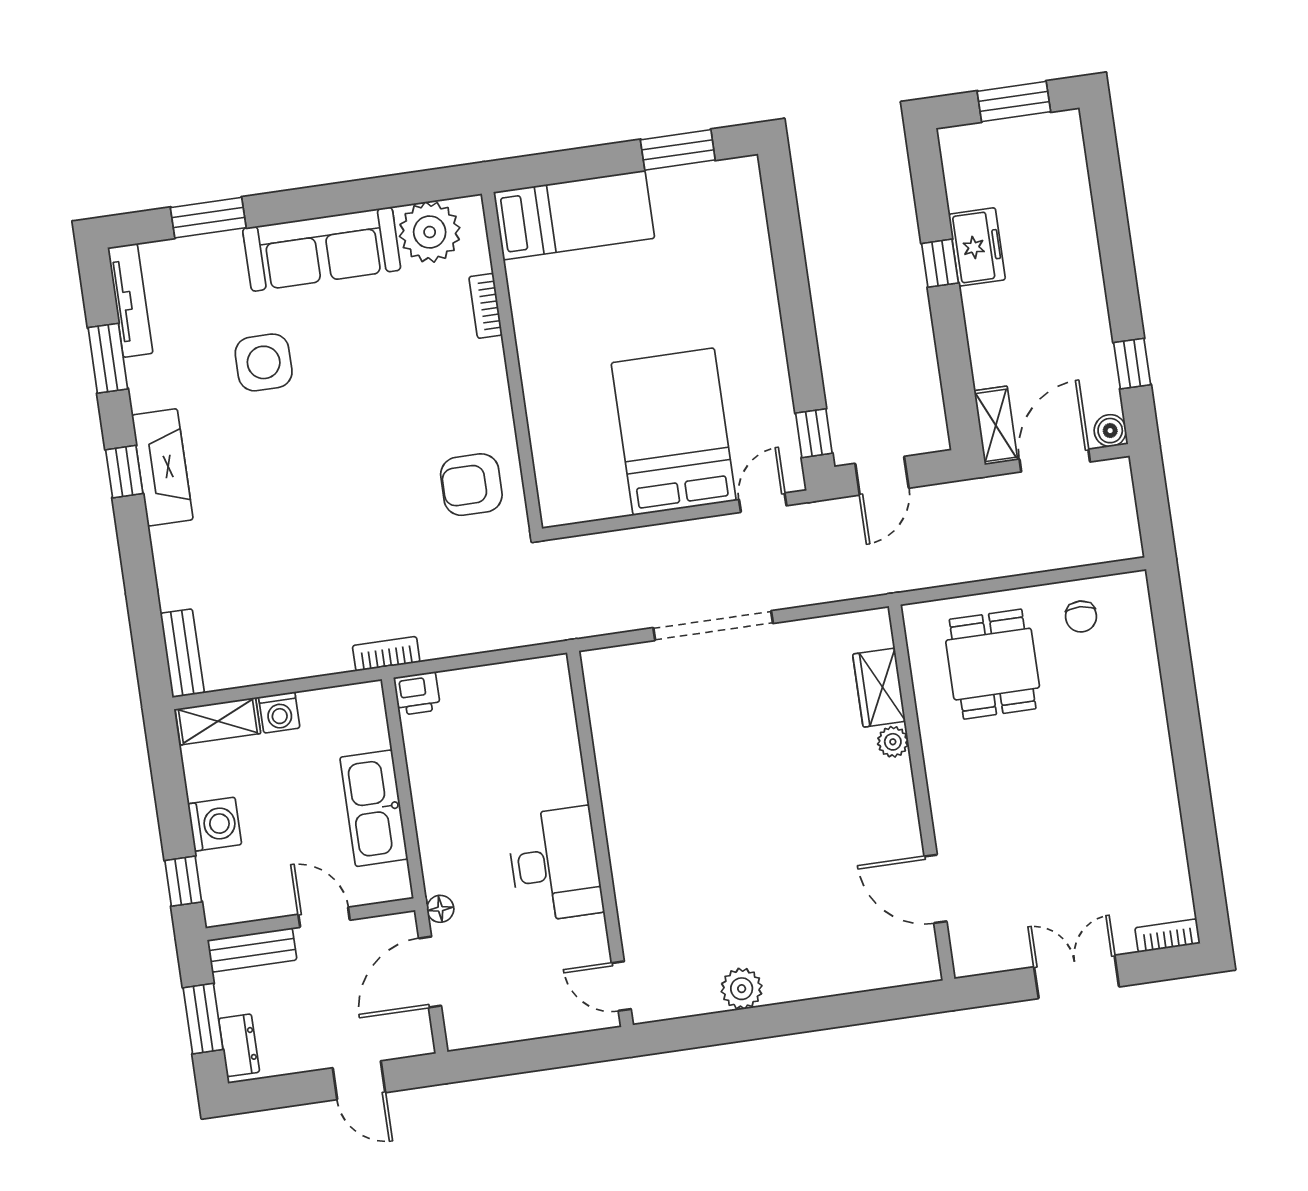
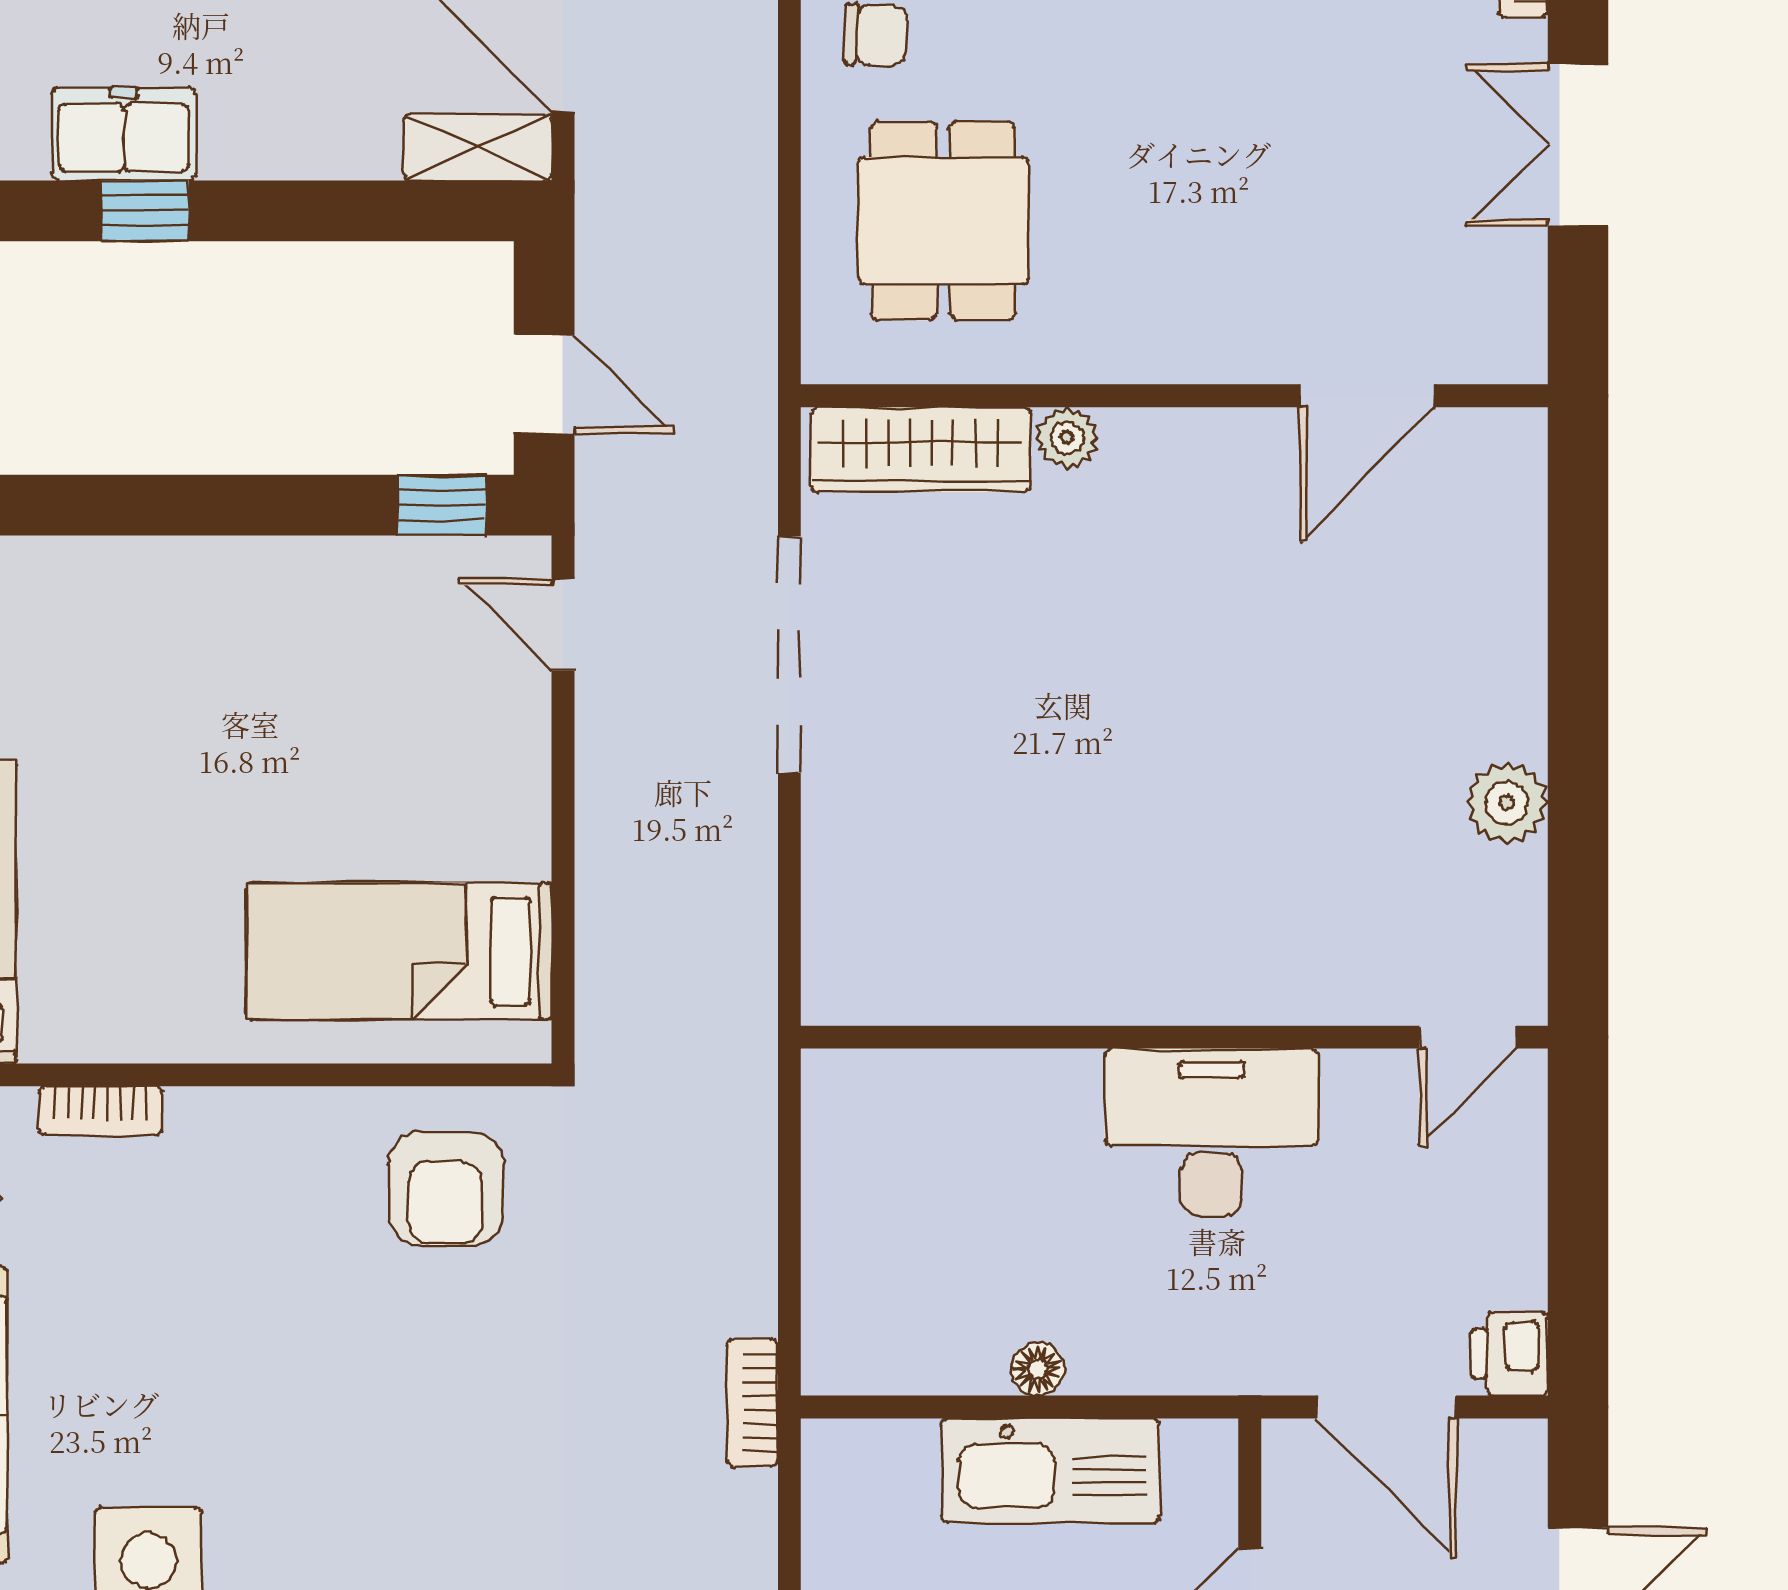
bed: (674, 432) -> (399, 951), moved, width x0.67
doorway: (713, 626) -> (789, 655), moved
dining table: (993, 664) -> (943, 221), turned 90
wardrobe: (879, 688) -> (921, 449), width x1.50
printer: (417, 694) -> (1510, 1354), moved, turned 180
floor lamp: (440, 909) -> (1038, 1369), moved

